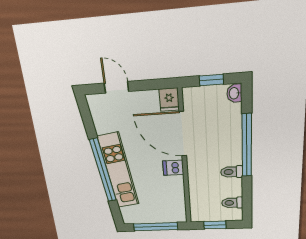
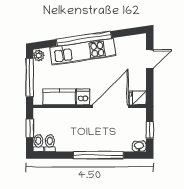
toilet: (232, 172) -> (38, 143), moved
kitchen counter: (175, 194) -> (59, 97), added
plant: (129, 218) -> (39, 55), added

